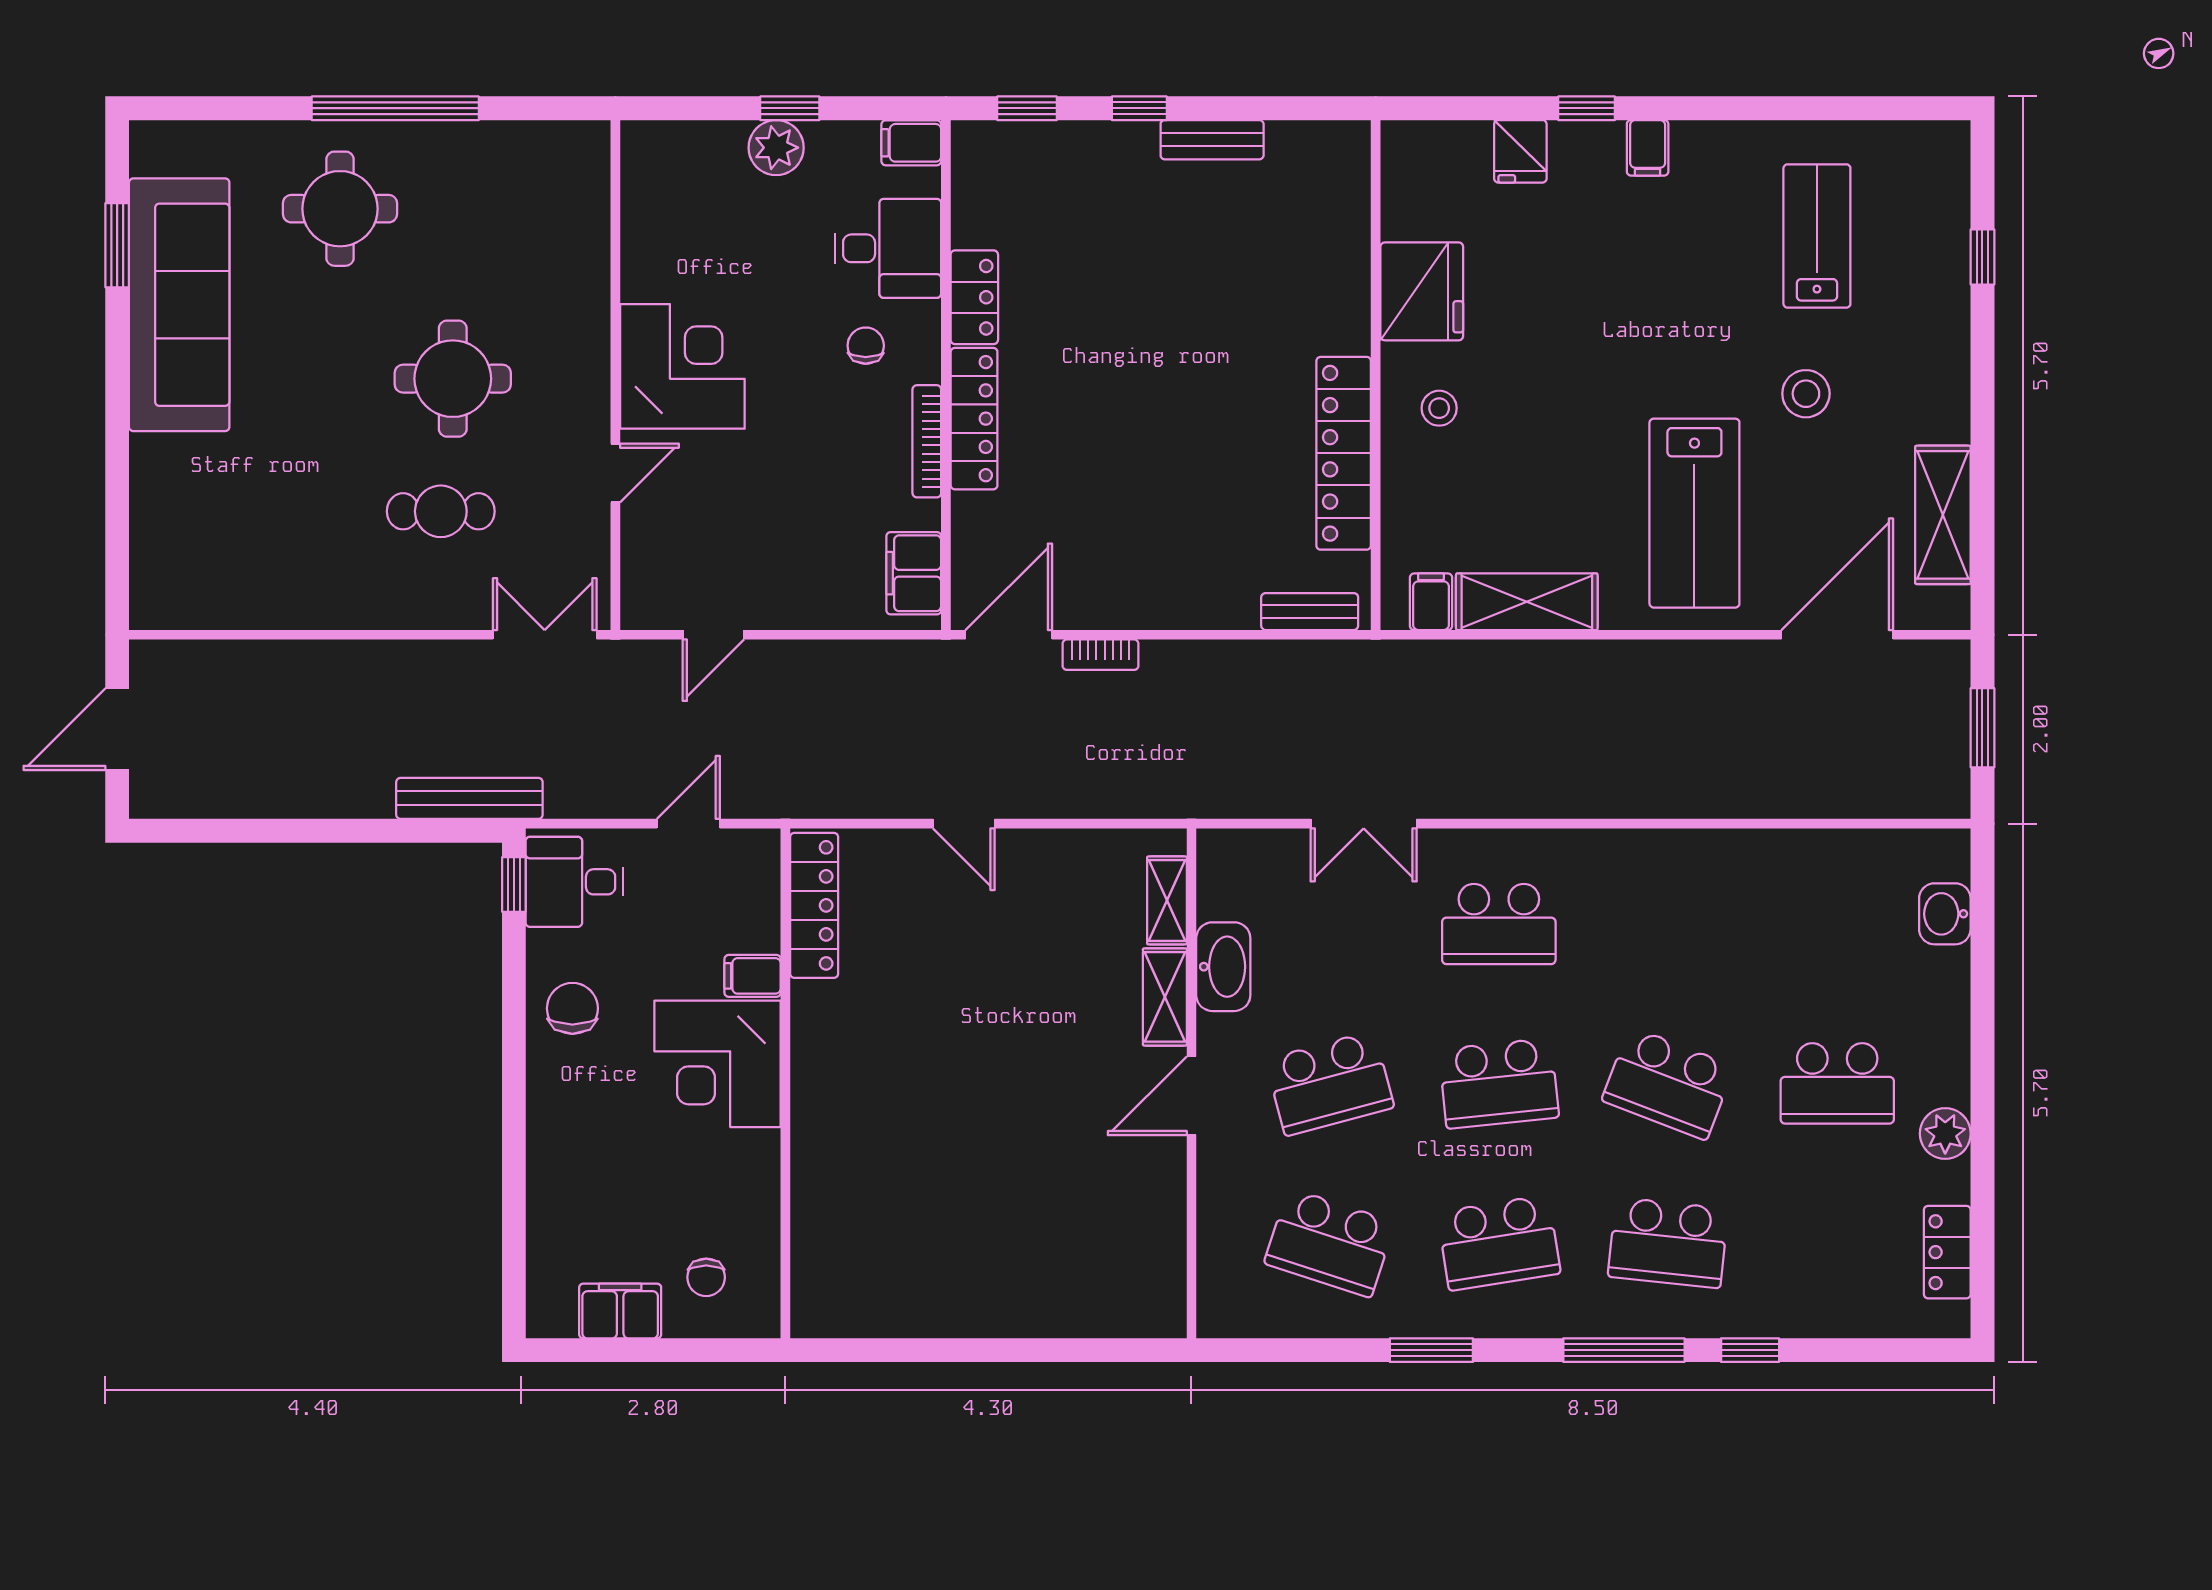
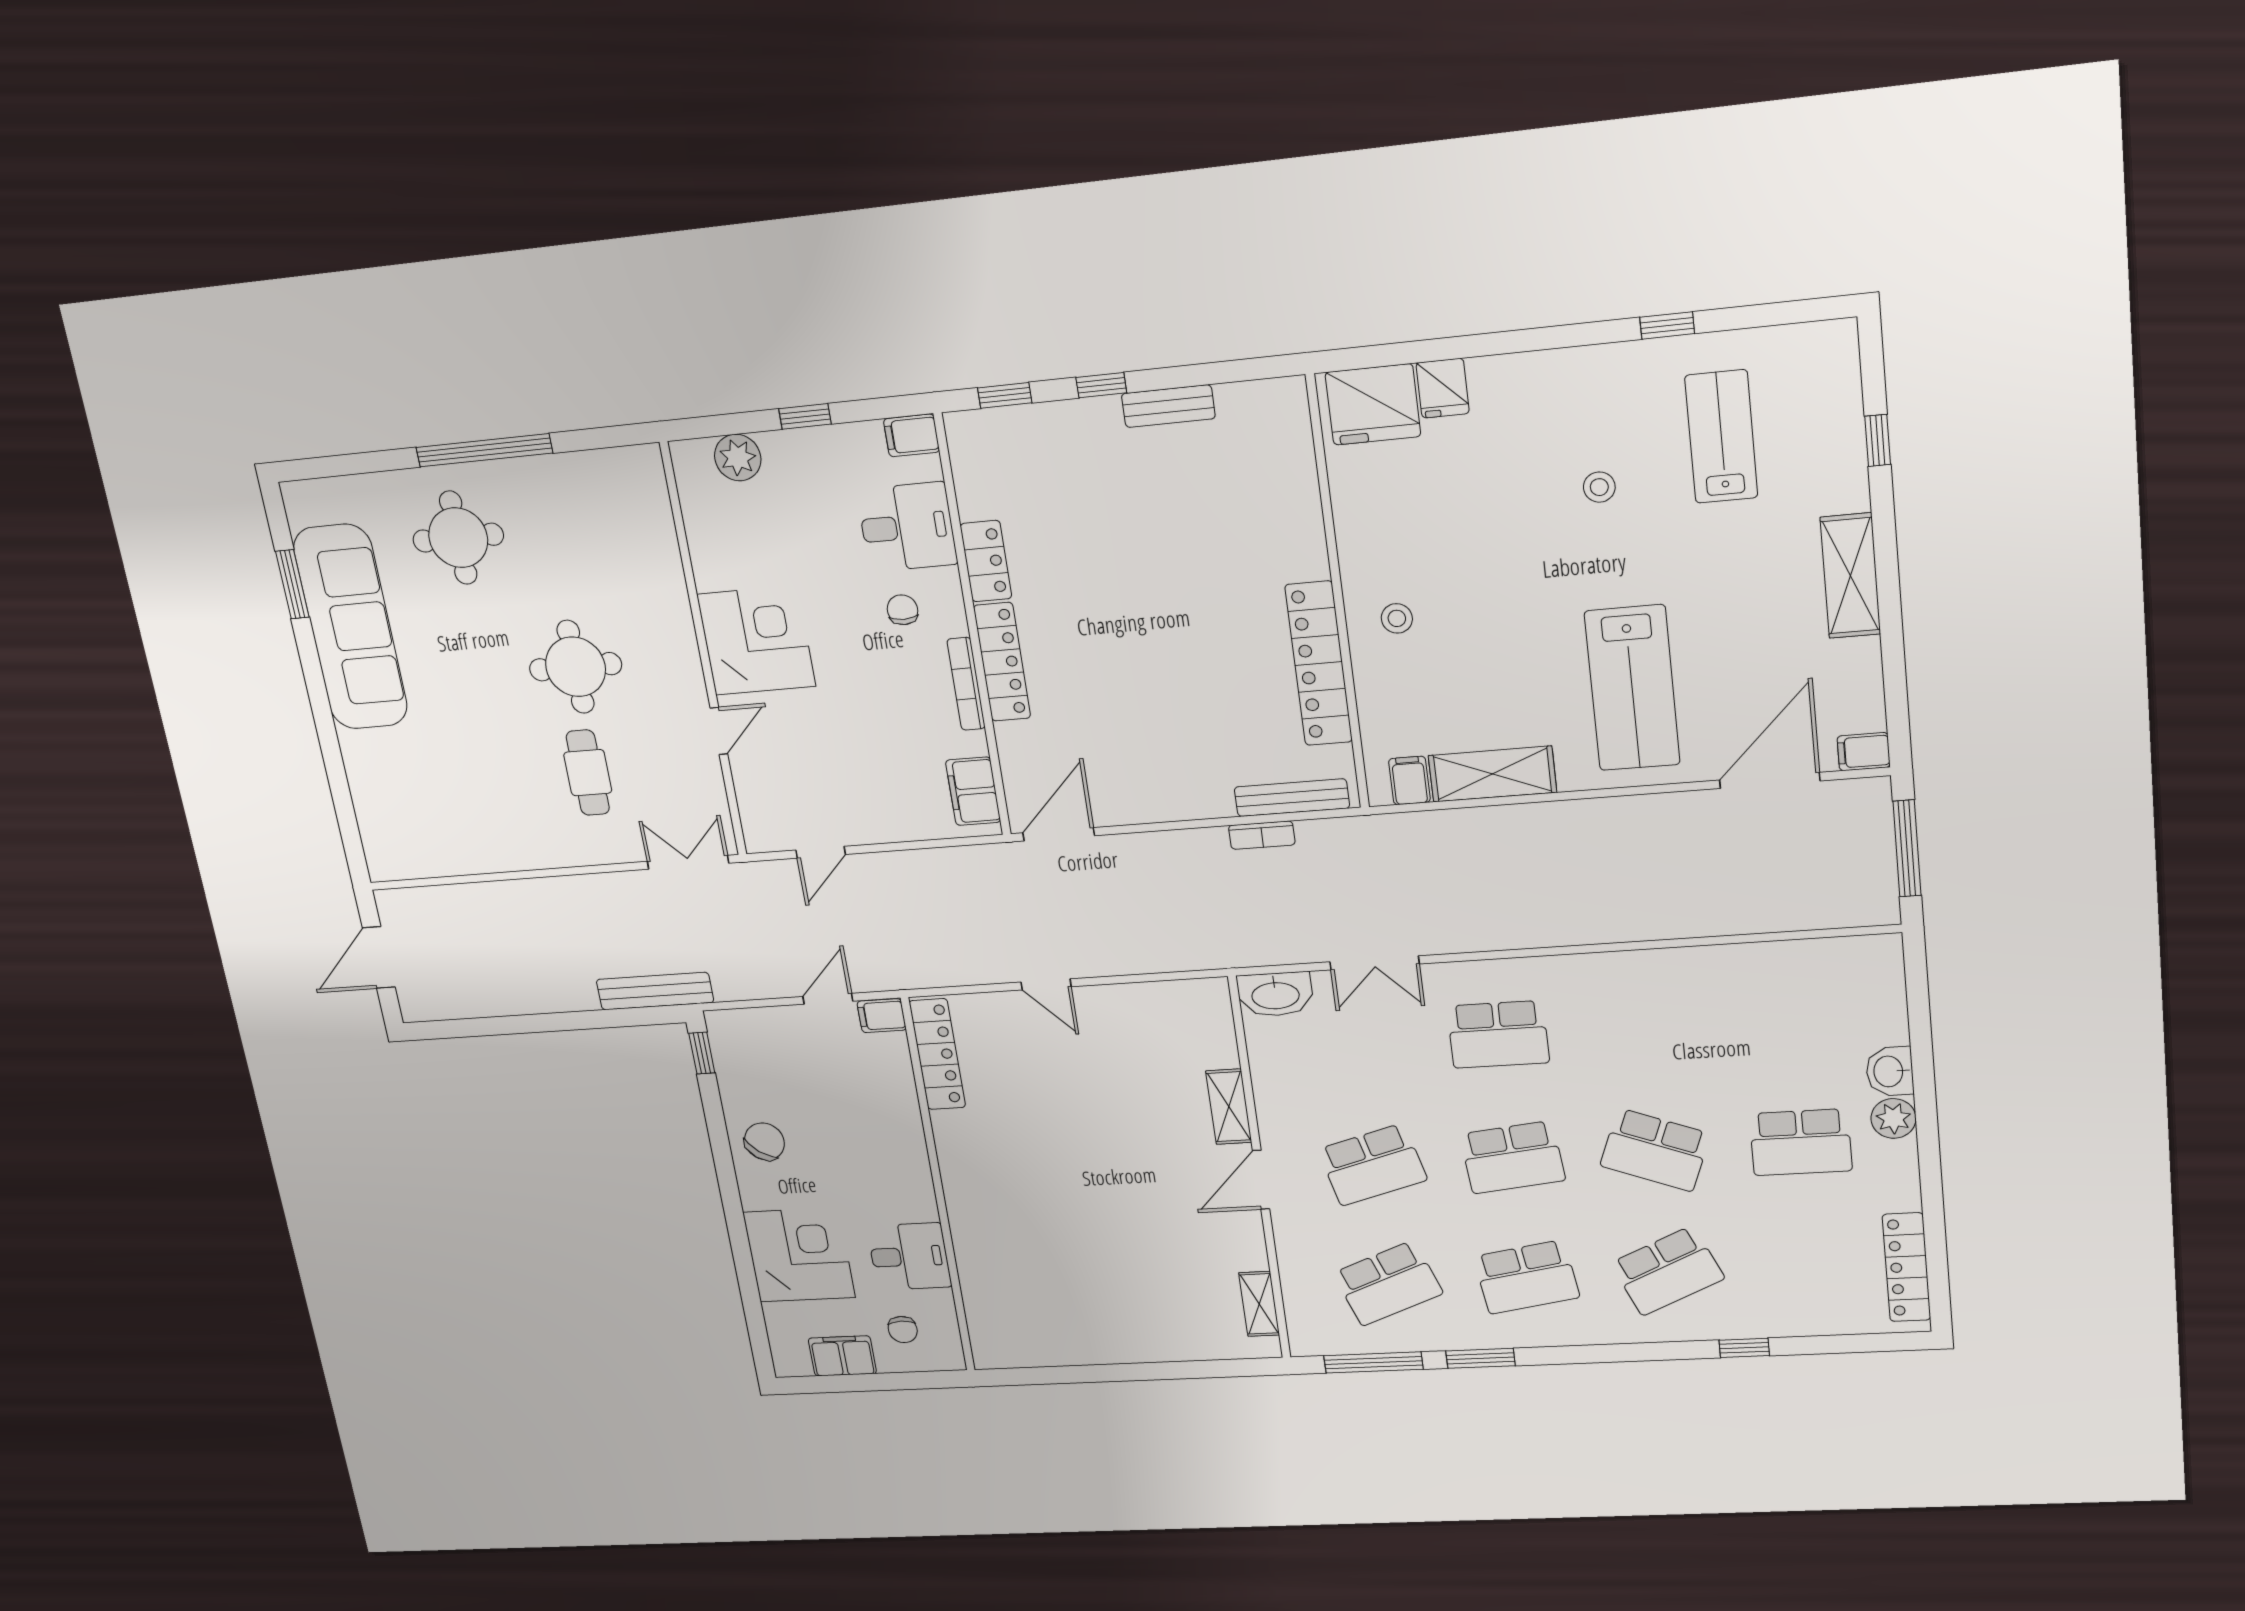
window: (1587, 108) -> (1667, 325), moved
plant: (776, 148) -> (738, 458), moved
filing cabinet: (1648, 148) -> (1864, 752), moved, turned 90
fridge: (1422, 291) -> (1373, 404), moved, turned 90
stool: (1806, 394) -> (1599, 487), moved, width x0.73, depth x0.73
cafe table: (441, 511) -> (588, 773), turned 90
shelving: (1943, 515) -> (1850, 576), moved
bench: (1310, 612) -> (1292, 798), width x1.36
bookcase: (1100, 655) -> (1262, 835), moved
window: (1982, 728) -> (1907, 848), width x1.44
desk: (574, 882) -> (909, 1256), moved, turned 180
shelving: (1167, 900) -> (1259, 1304), moved
washbasin: (1945, 914) -> (1890, 1071), moved
washbasin: (1223, 967) -> (1275, 994), moved, turned 90
filing cabinet: (753, 976) -> (882, 1016), moved
chair: (572, 1008) -> (764, 1142), turned 36
corner desk: (718, 1064) -> (799, 1255), moved, turned 180
plant: (1945, 1134) -> (1893, 1118), moved
school desk: (1330, 1243) -> (1388, 1283), turned -39
school desk: (1668, 1243) -> (1667, 1271), turned -30
locker: (1947, 1252) -> (1906, 1267), width x1.53
window: (1624, 1350) -> (1373, 1362), moved

